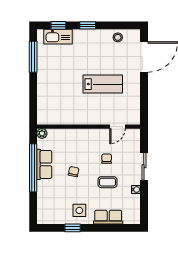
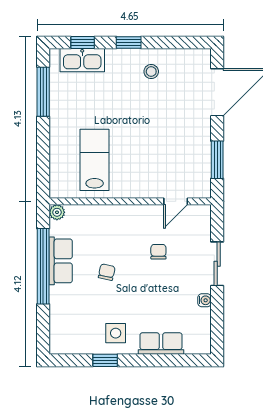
stool: (118, 37) -> (151, 72), moved
lab bench: (103, 84) -> (95, 160), moved, turned -90
window: (144, 100) -> (217, 160), added
coffee table: (107, 182) -> (160, 289), removed

